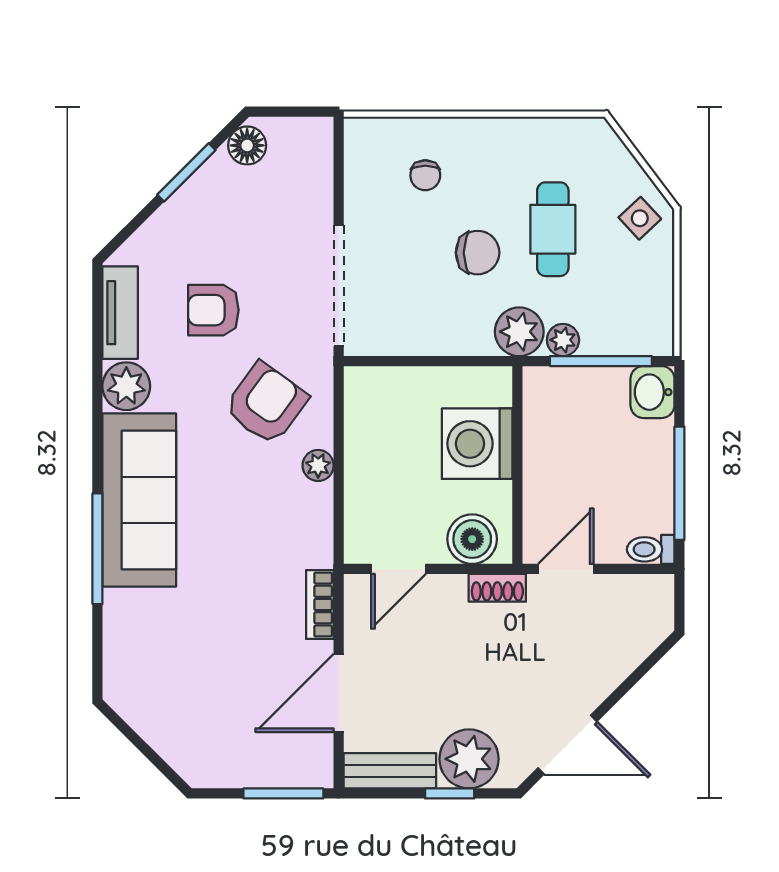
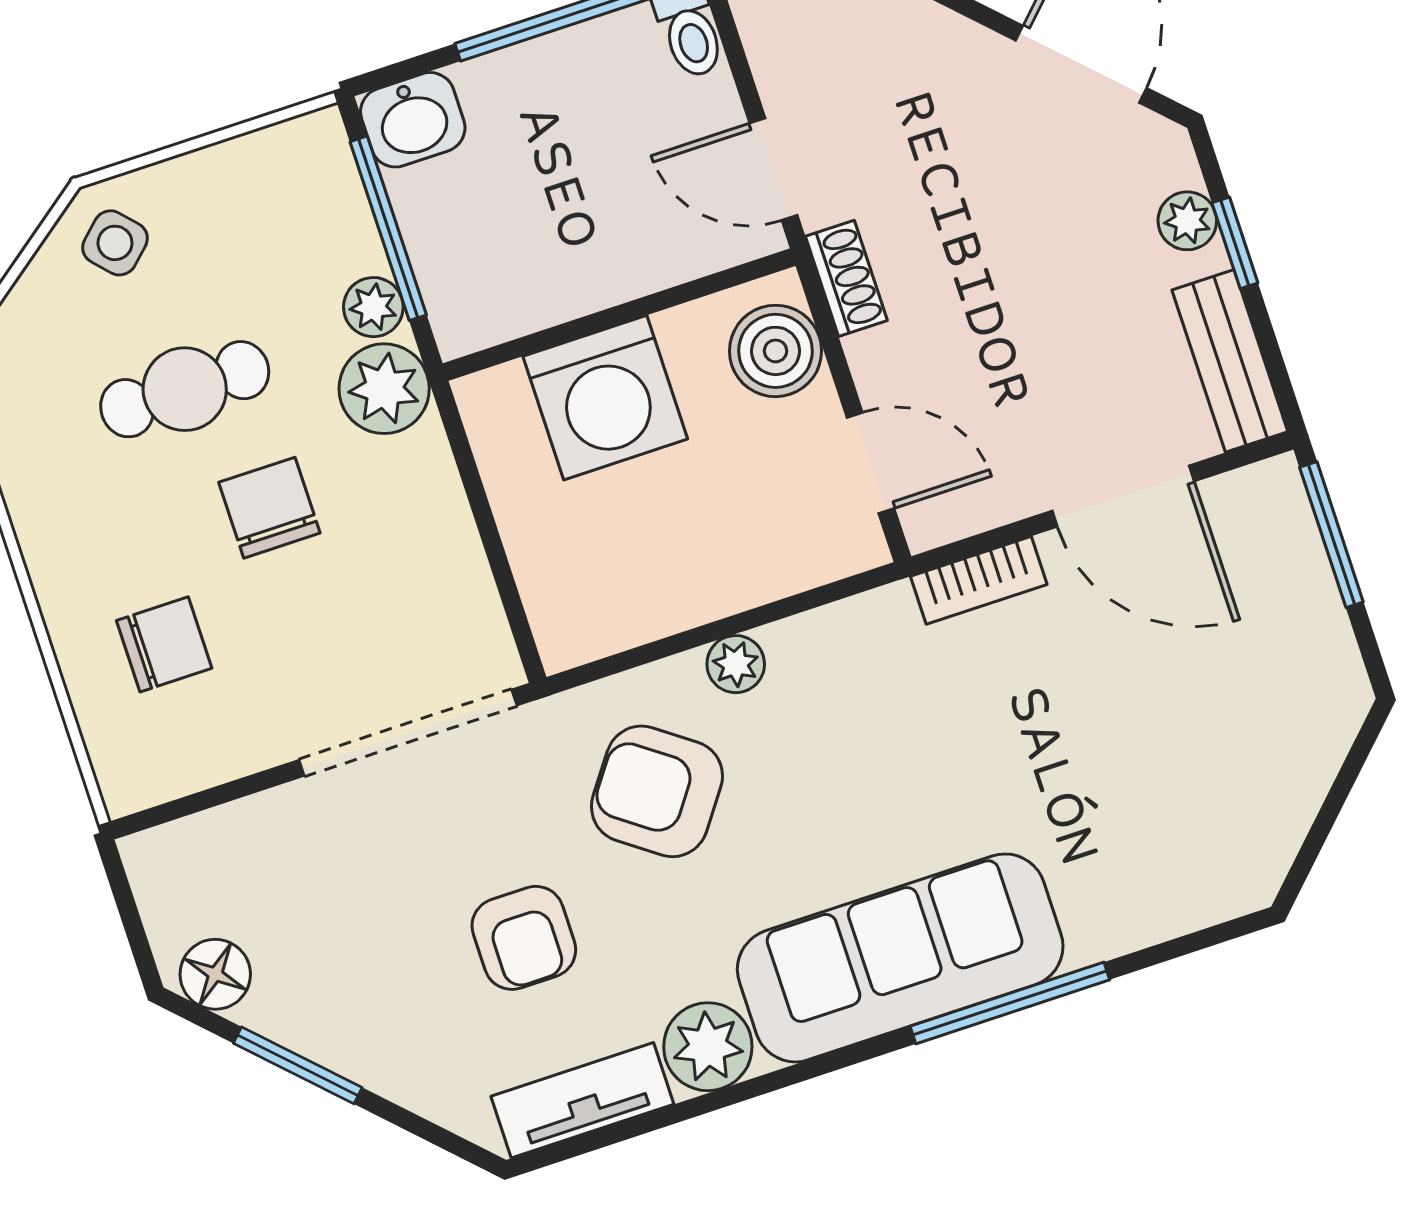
chair: (425, 175) -> (164, 644), width x1.37, depth x1.37
plant: (469, 759) -> (1187, 221), width x0.53, depth x0.53

